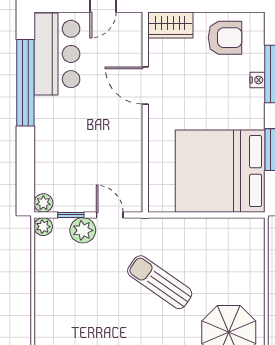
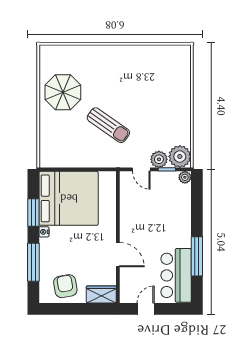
armchair: (225, 38) -> (65, 286), turned 80
nightstand: (257, 80) -> (44, 232), moved
window: (25, 83) -> (197, 256), width x0.68
plant: (43, 227) -> (180, 156), width x1.88, depth x1.88

